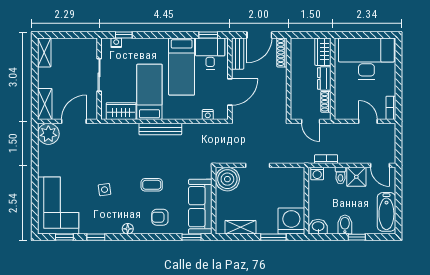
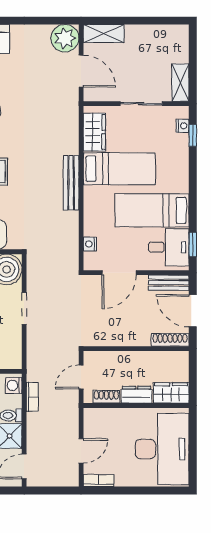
shelving: (44, 52) -> (180, 83), moved, turned 90
door: (230, 92) -> (119, 273), hinge flipped

